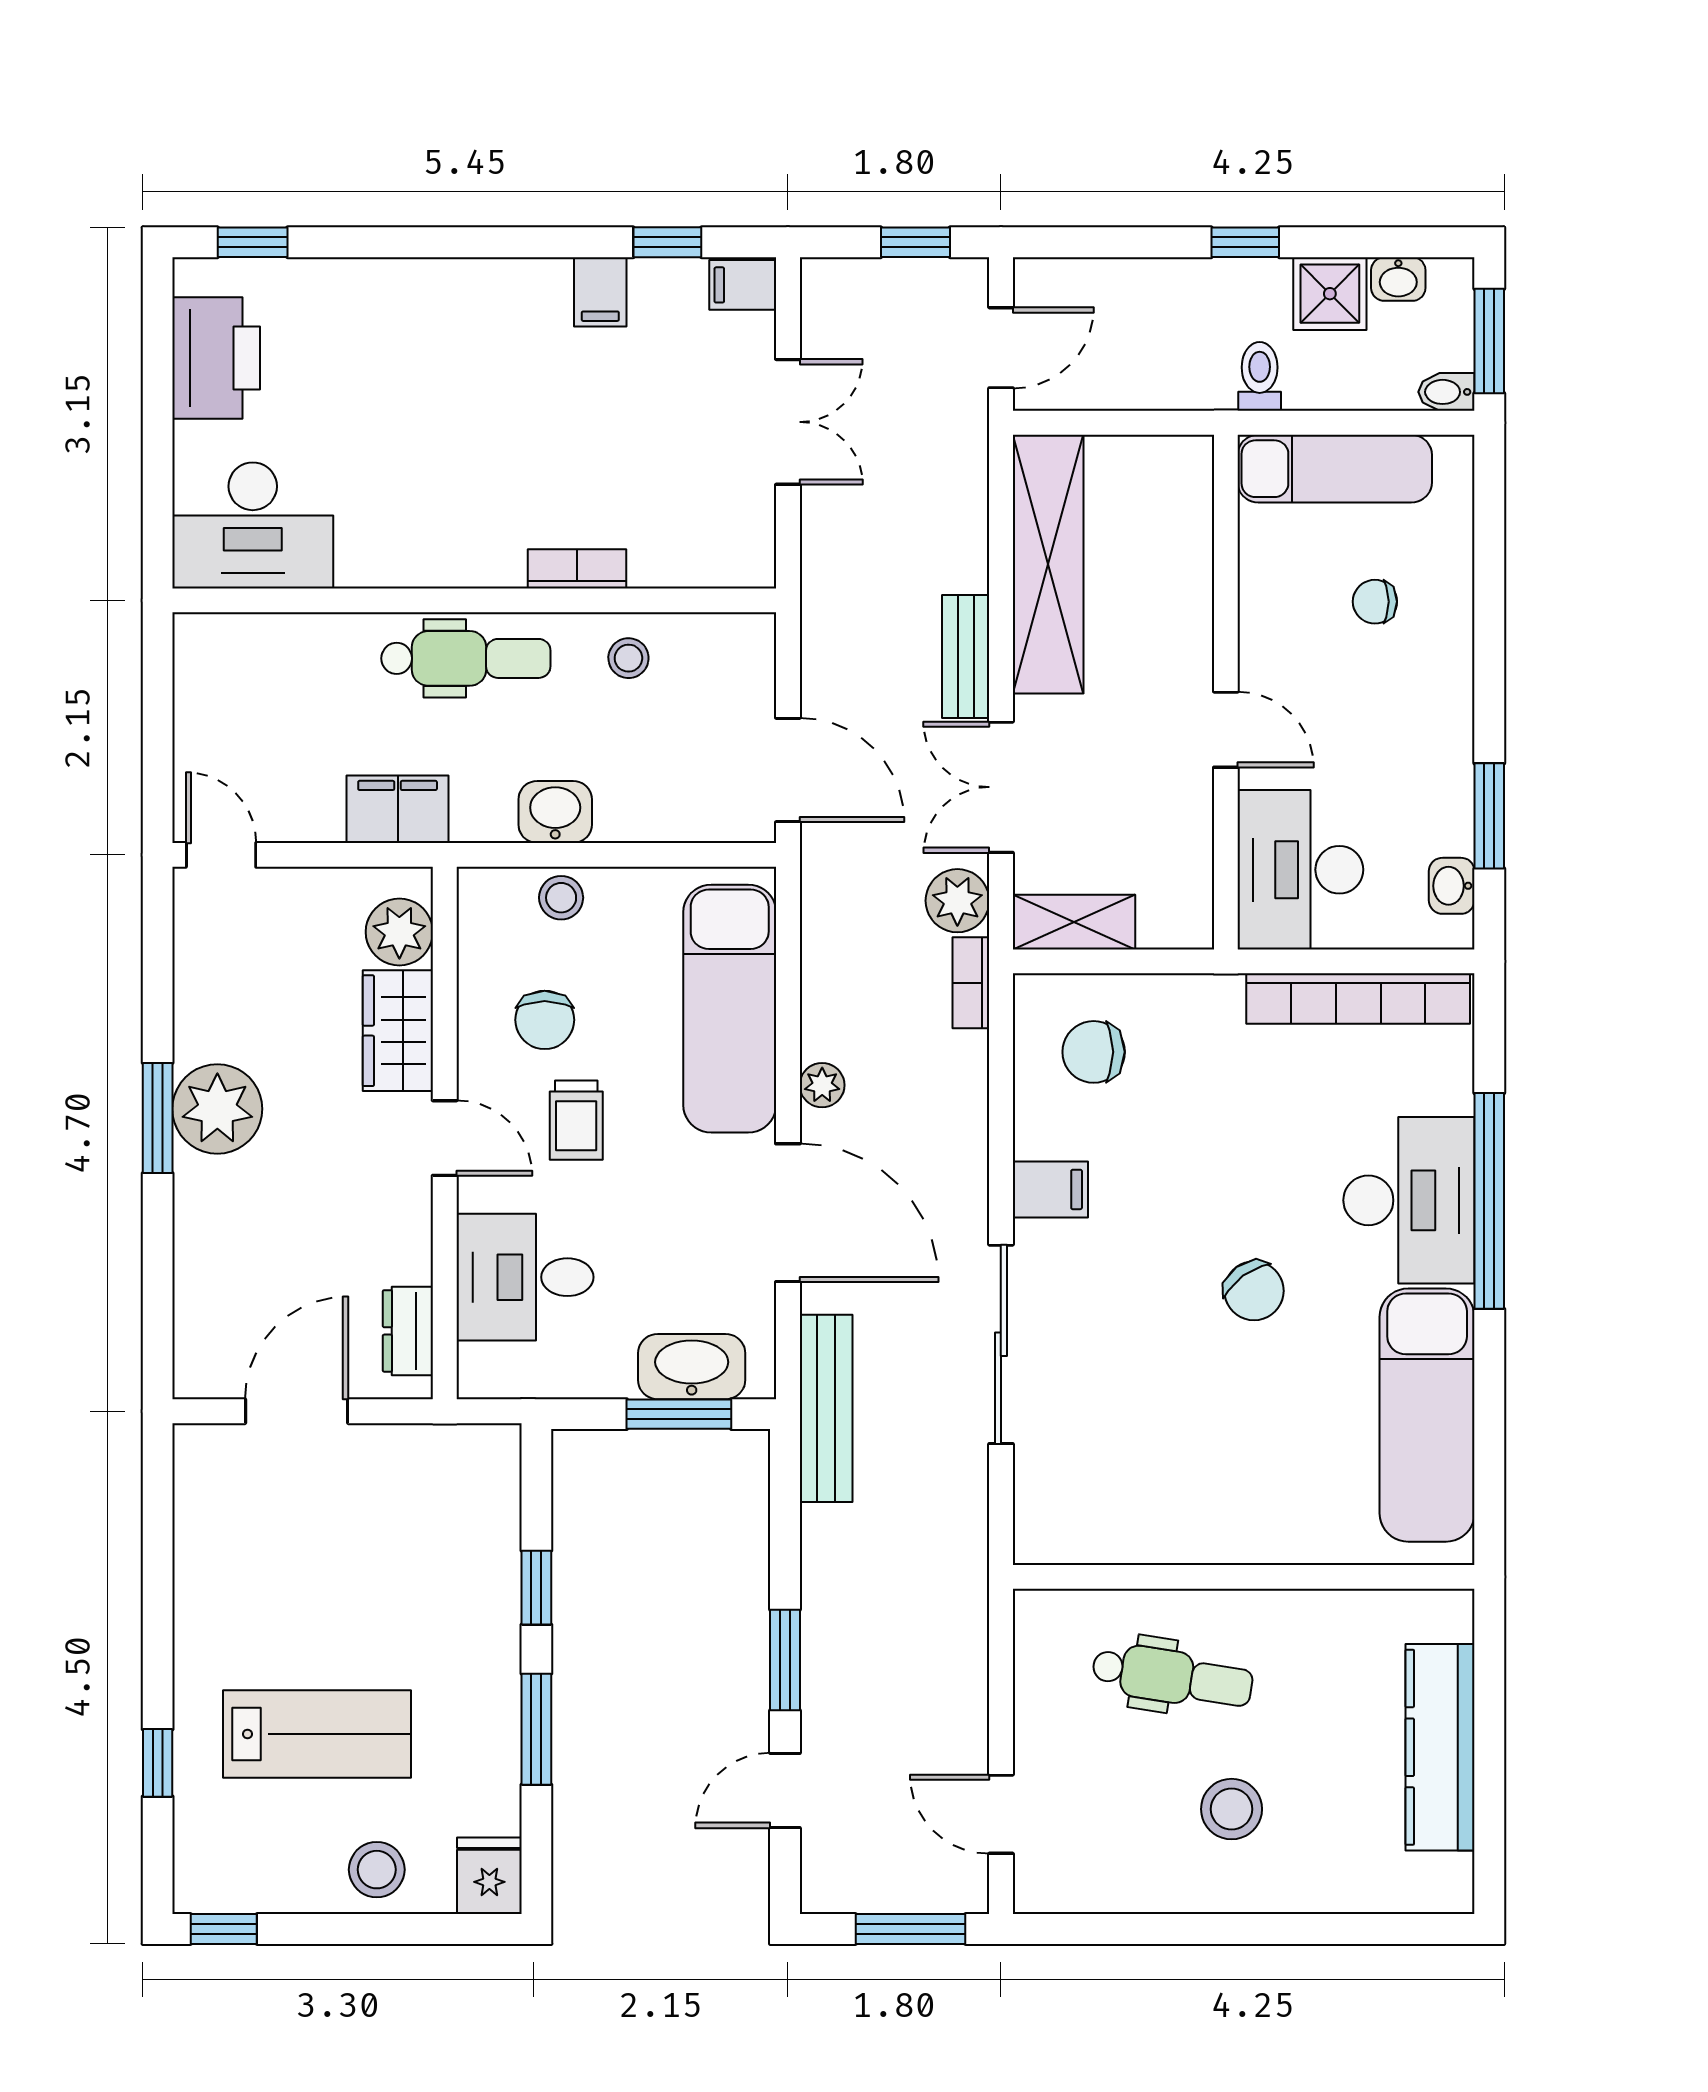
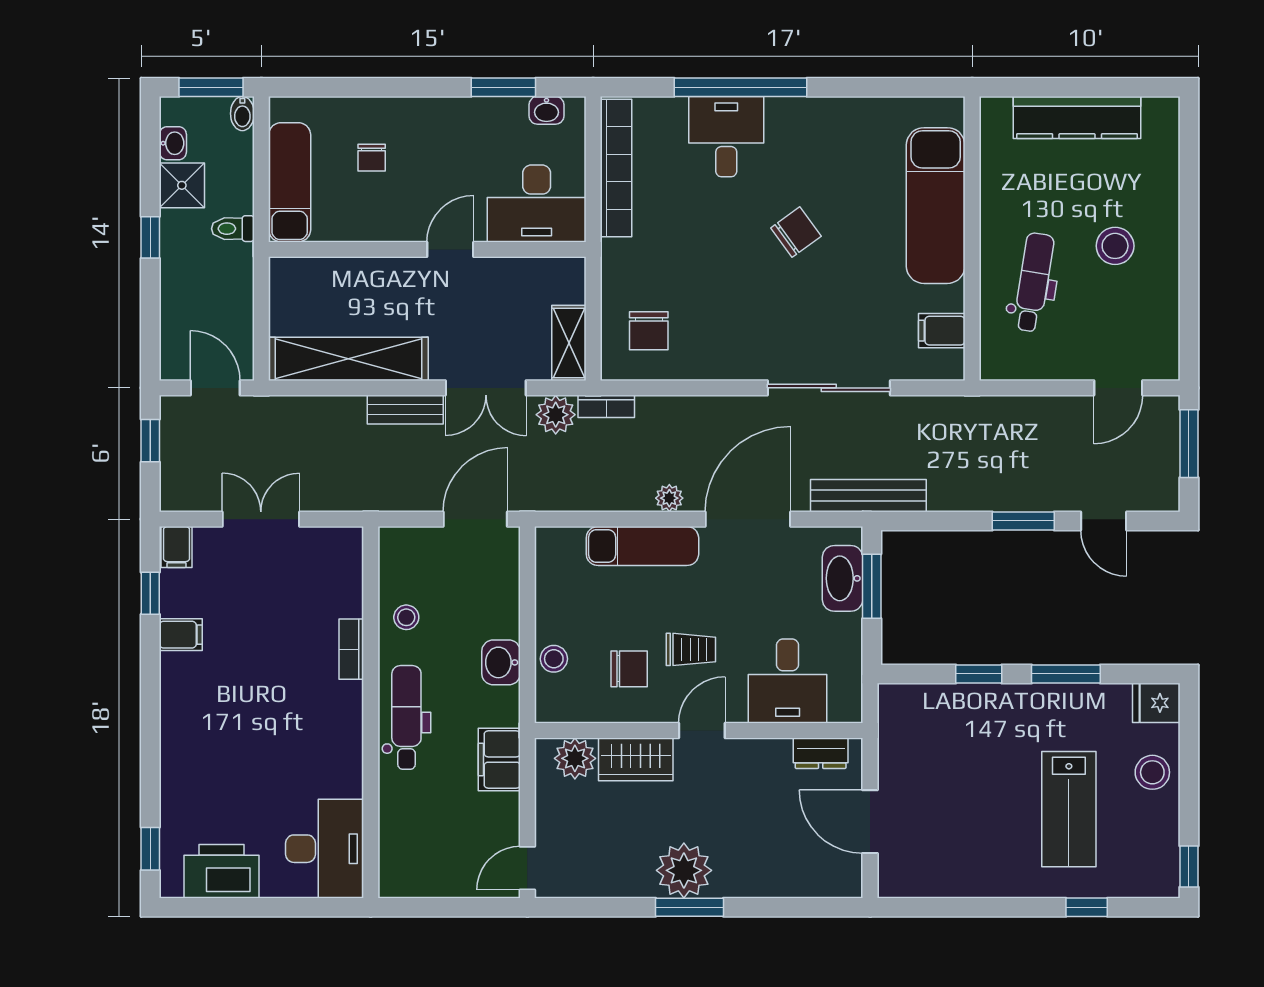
exam couch: (730, 1009) -> (642, 546), width x0.73, depth x0.69
filing cabinet: (1050, 1189) -> (942, 331), moved, turned -90
desk: (1409, 1200) -> (726, 137), width x0.73
exam couch: (1427, 1415) -> (936, 206), moved, turned 90
lab bench: (317, 1734) -> (1069, 809), turned 180

